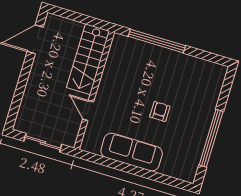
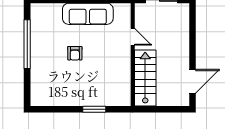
window: (157, 41) -> (94, 109), width x0.47

